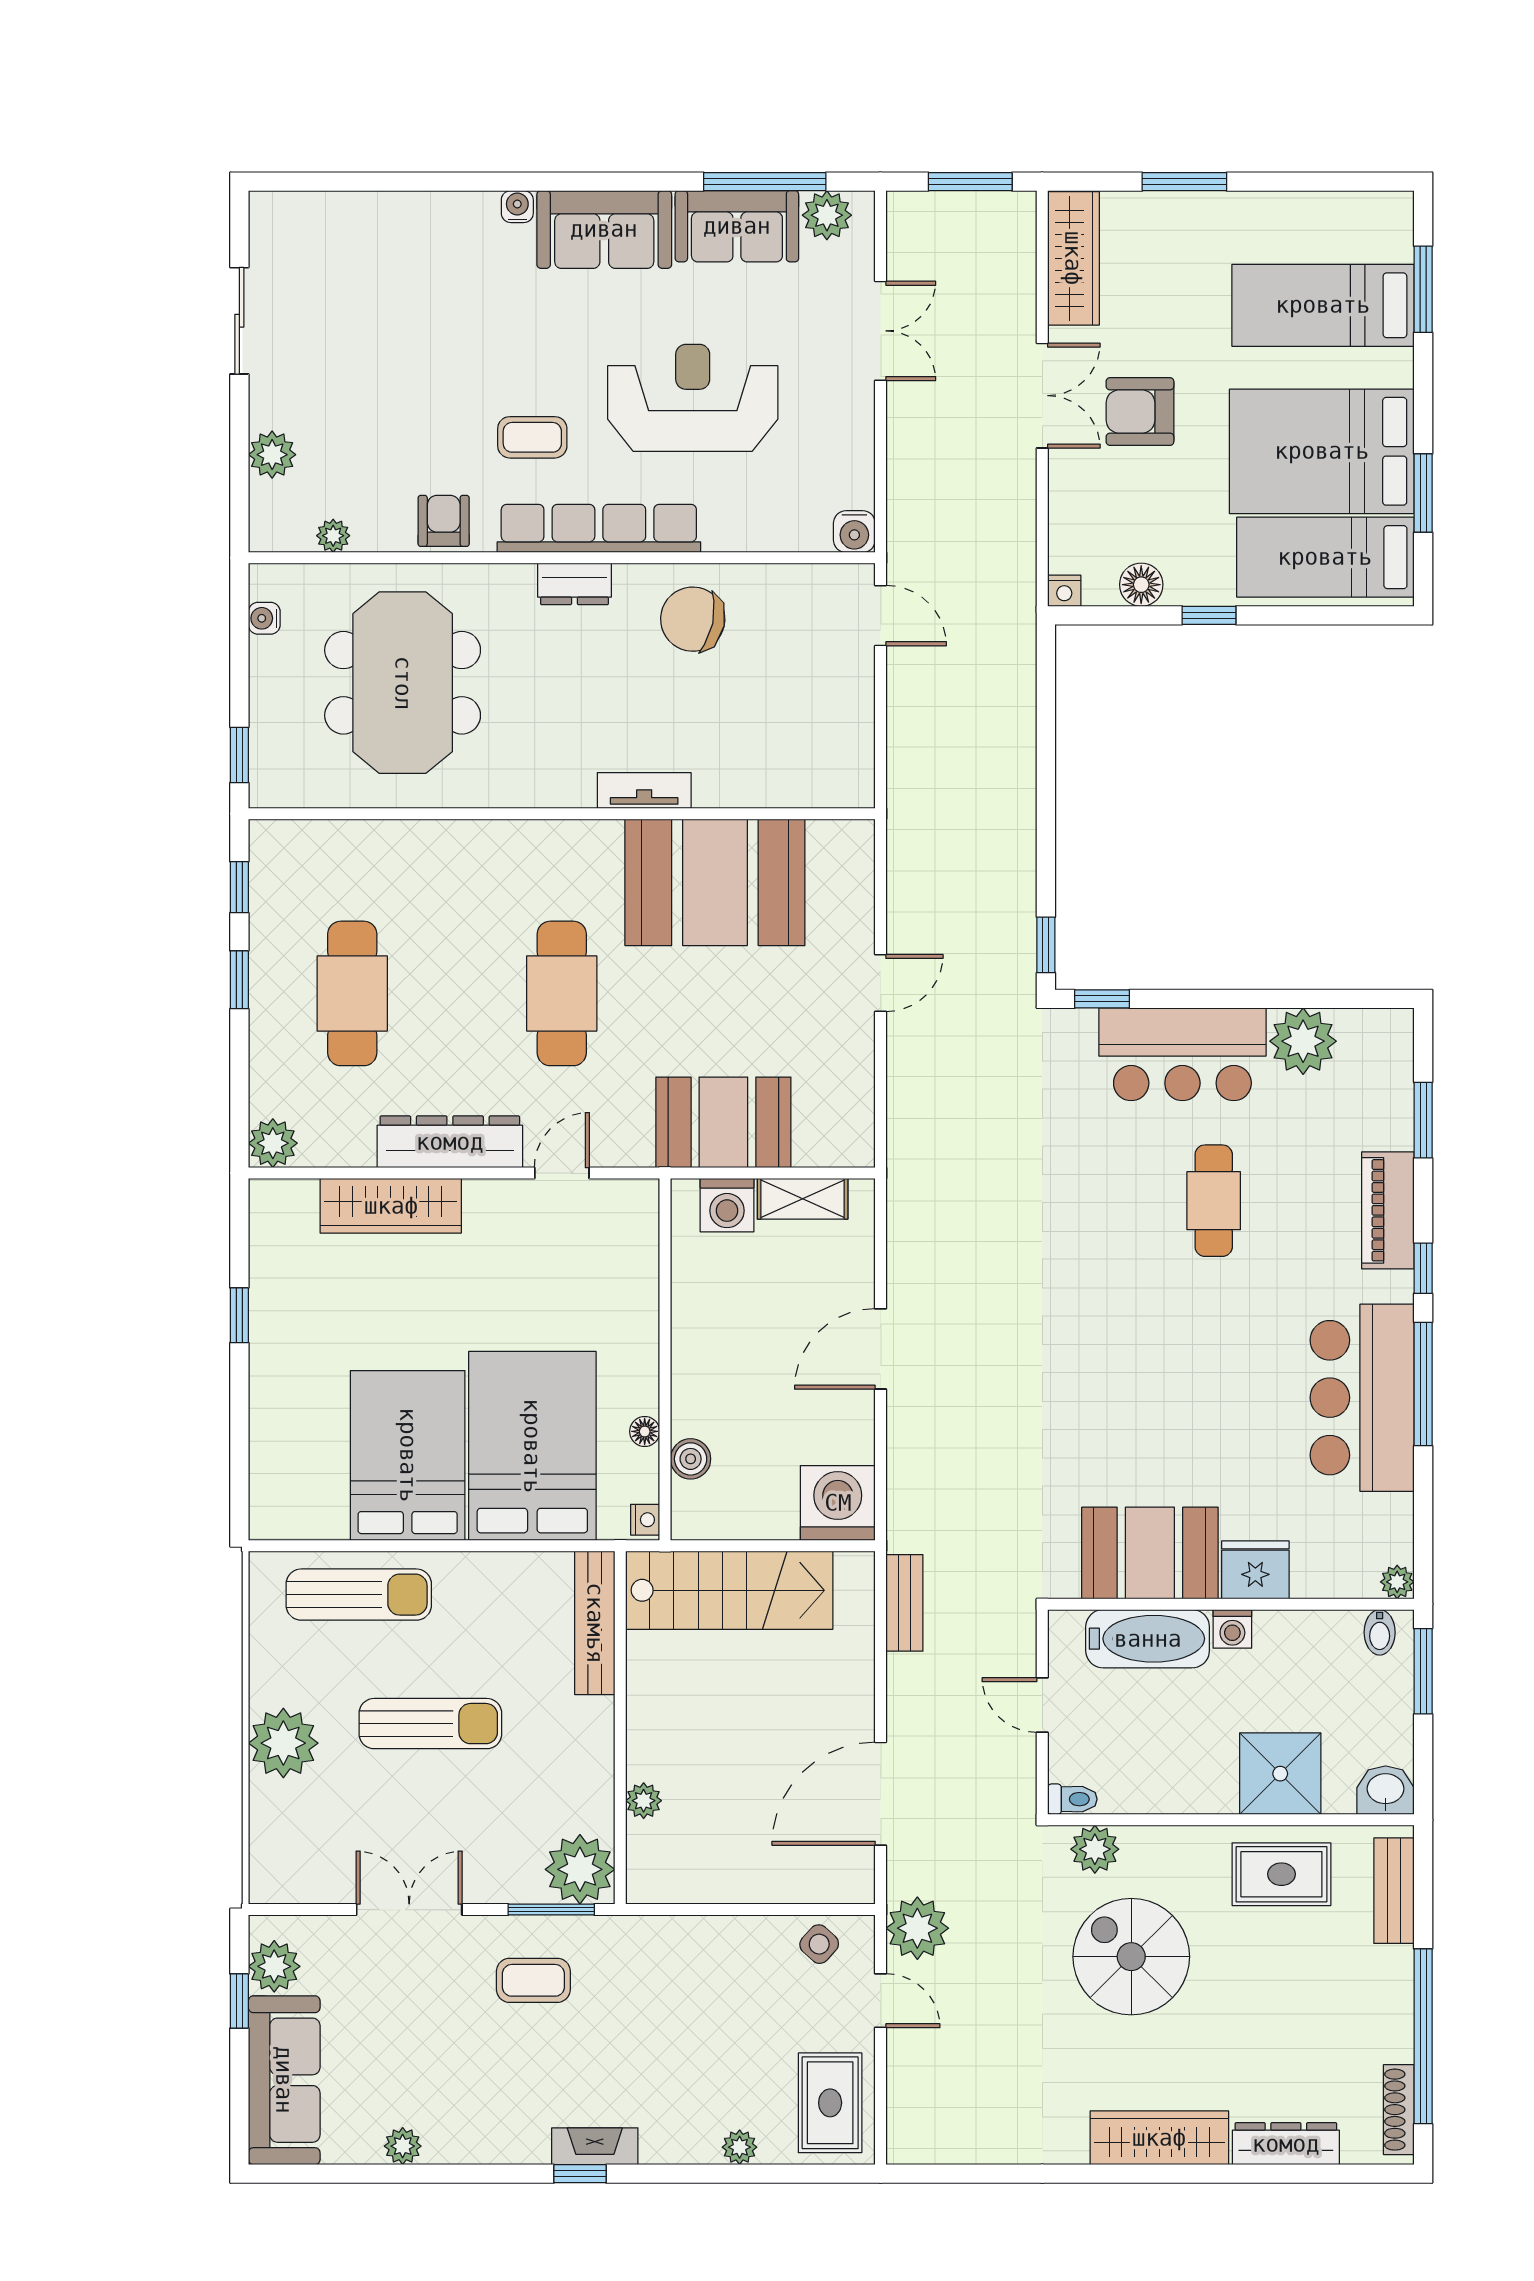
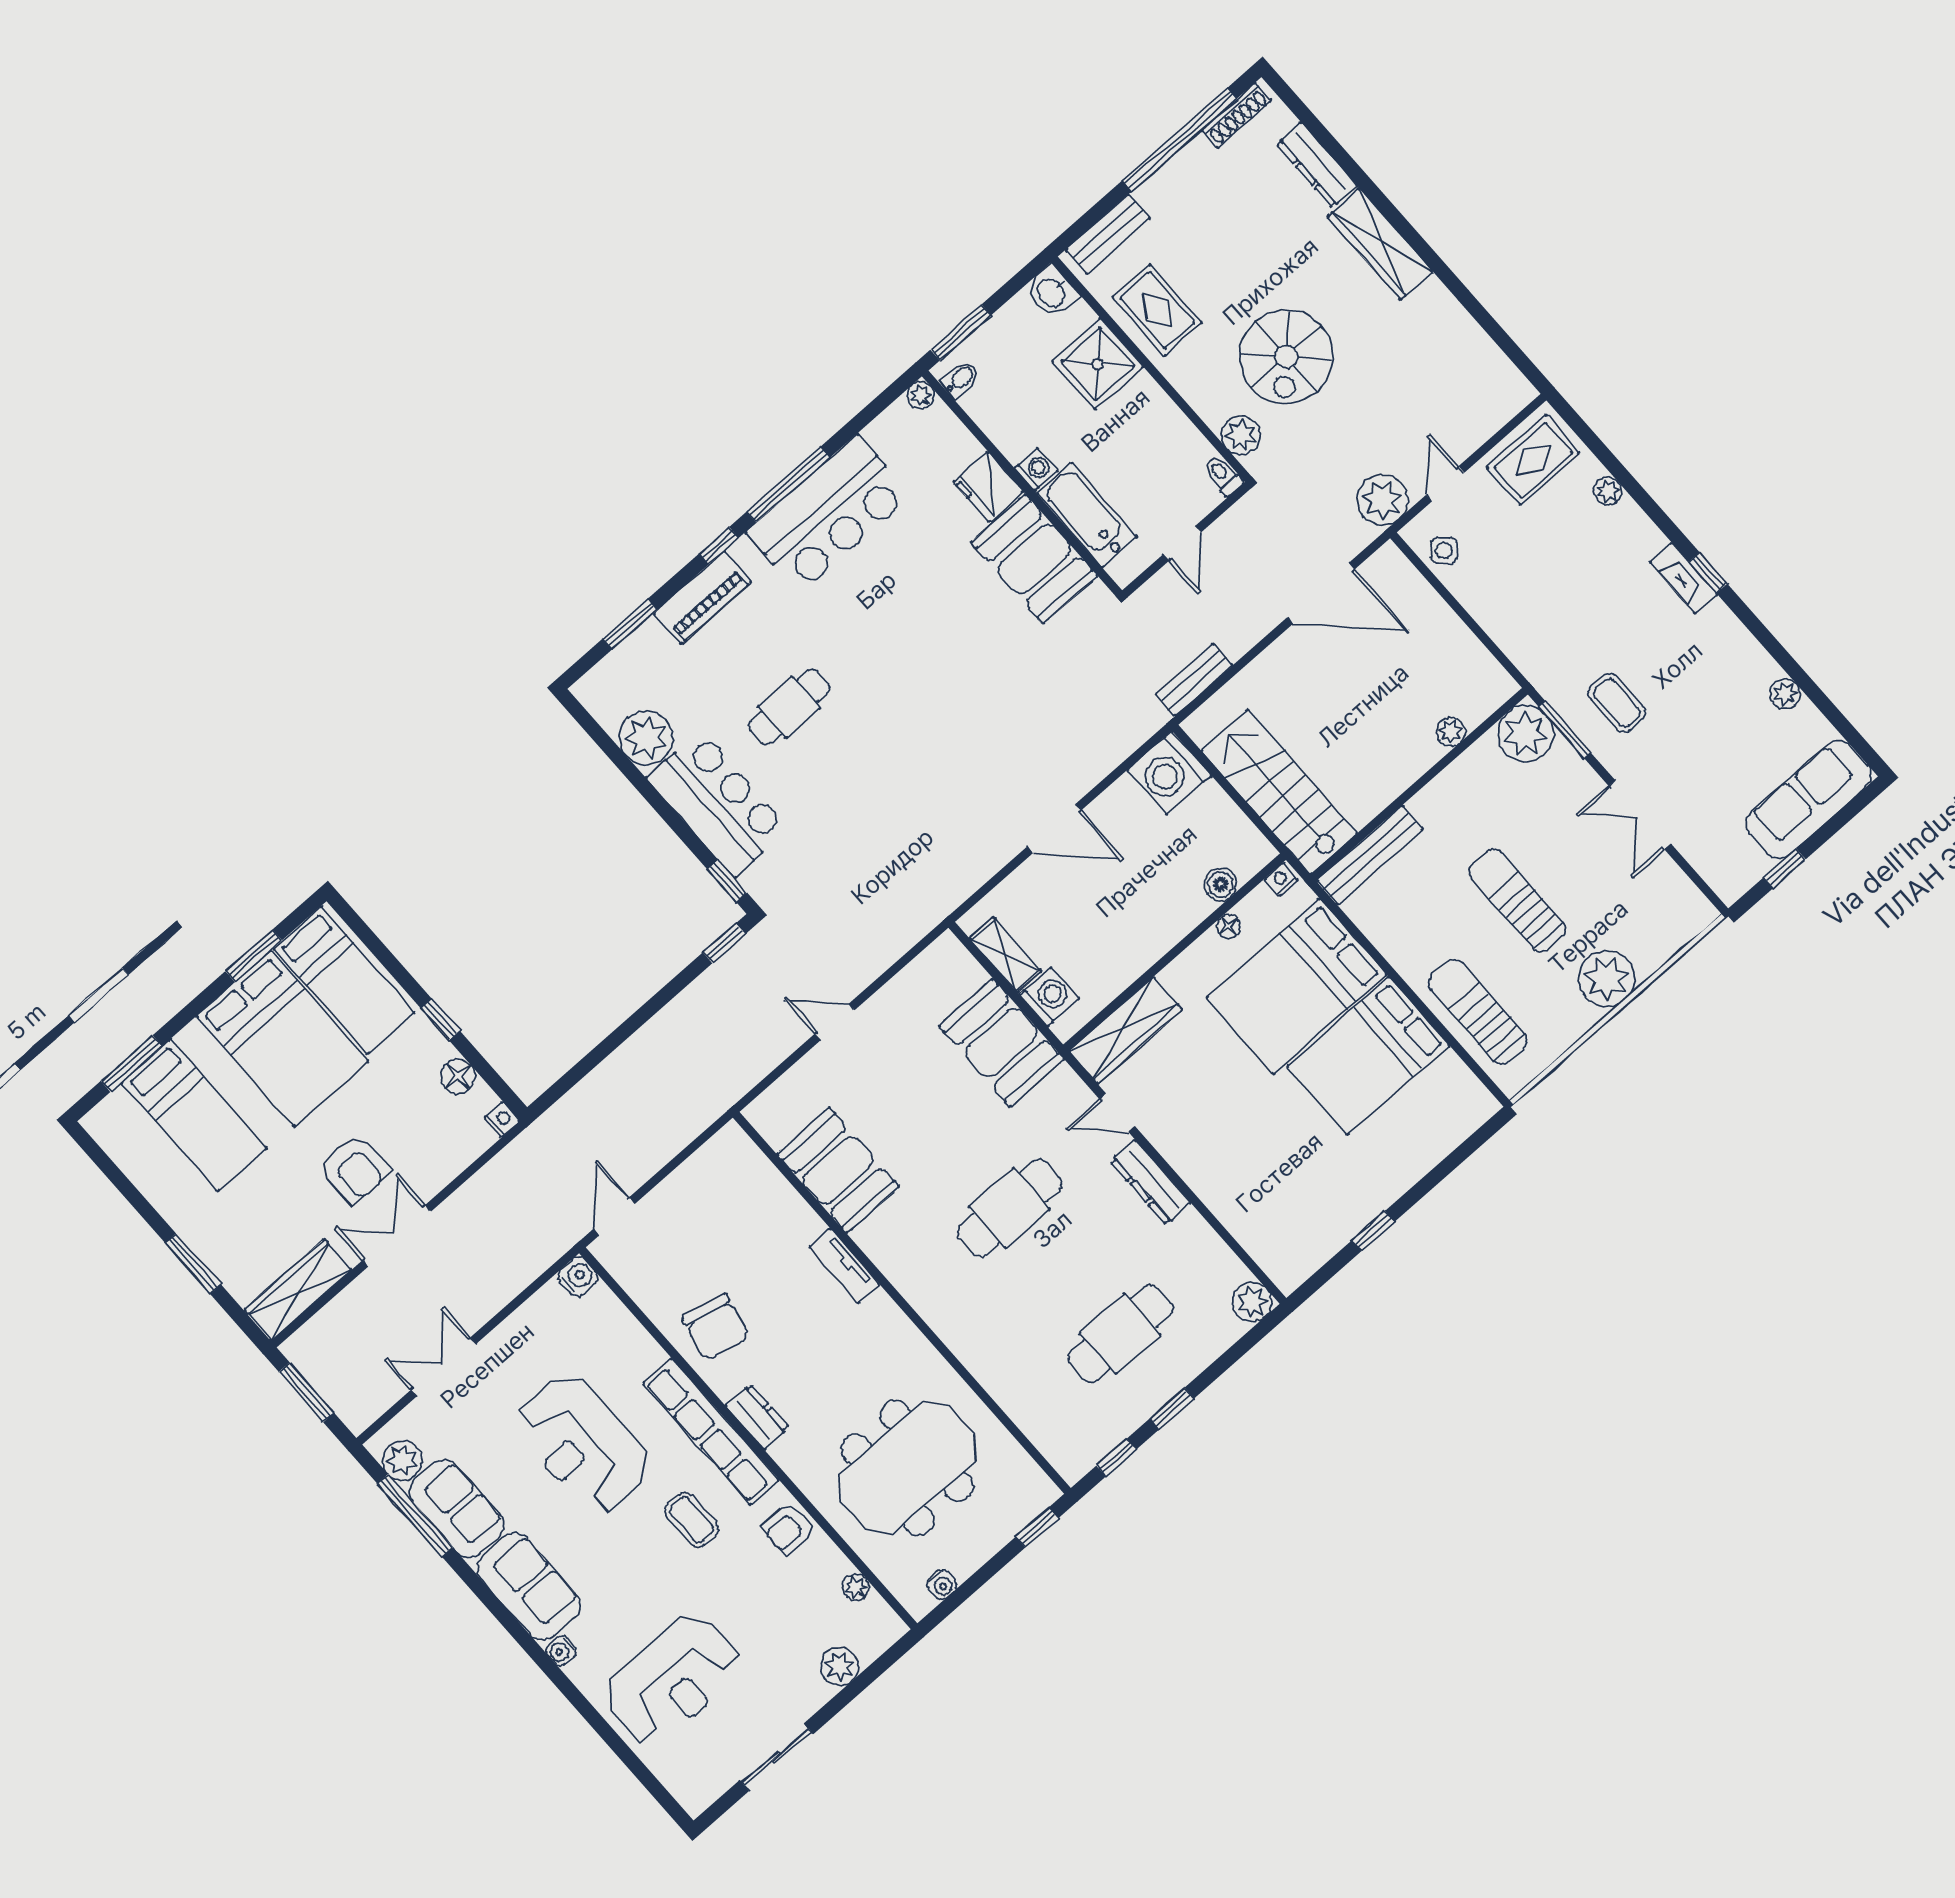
reception desk: (398, 288) -> (673, 1679), added
booth: (715, 882) -> (838, 1170), width x0.73, depth x0.70
dresser: (450, 1142) -> (1150, 1182), width x0.73, depth x0.80
wardrobe: (391, 1206) -> (1126, 1030), moved, turned 90
plant: (274, 1966) -> (1745, 866), removed

